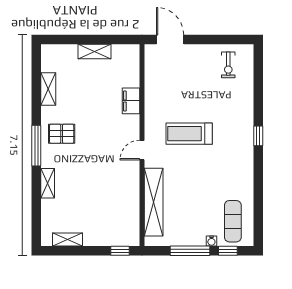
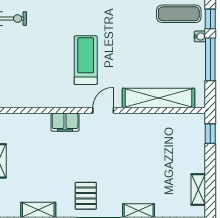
filing cabinet: (131, 101) -> (65, 122), moved
treadmill: (189, 134) -> (86, 60), turned 180
door: (142, 150) -> (103, 110), swing flipped

